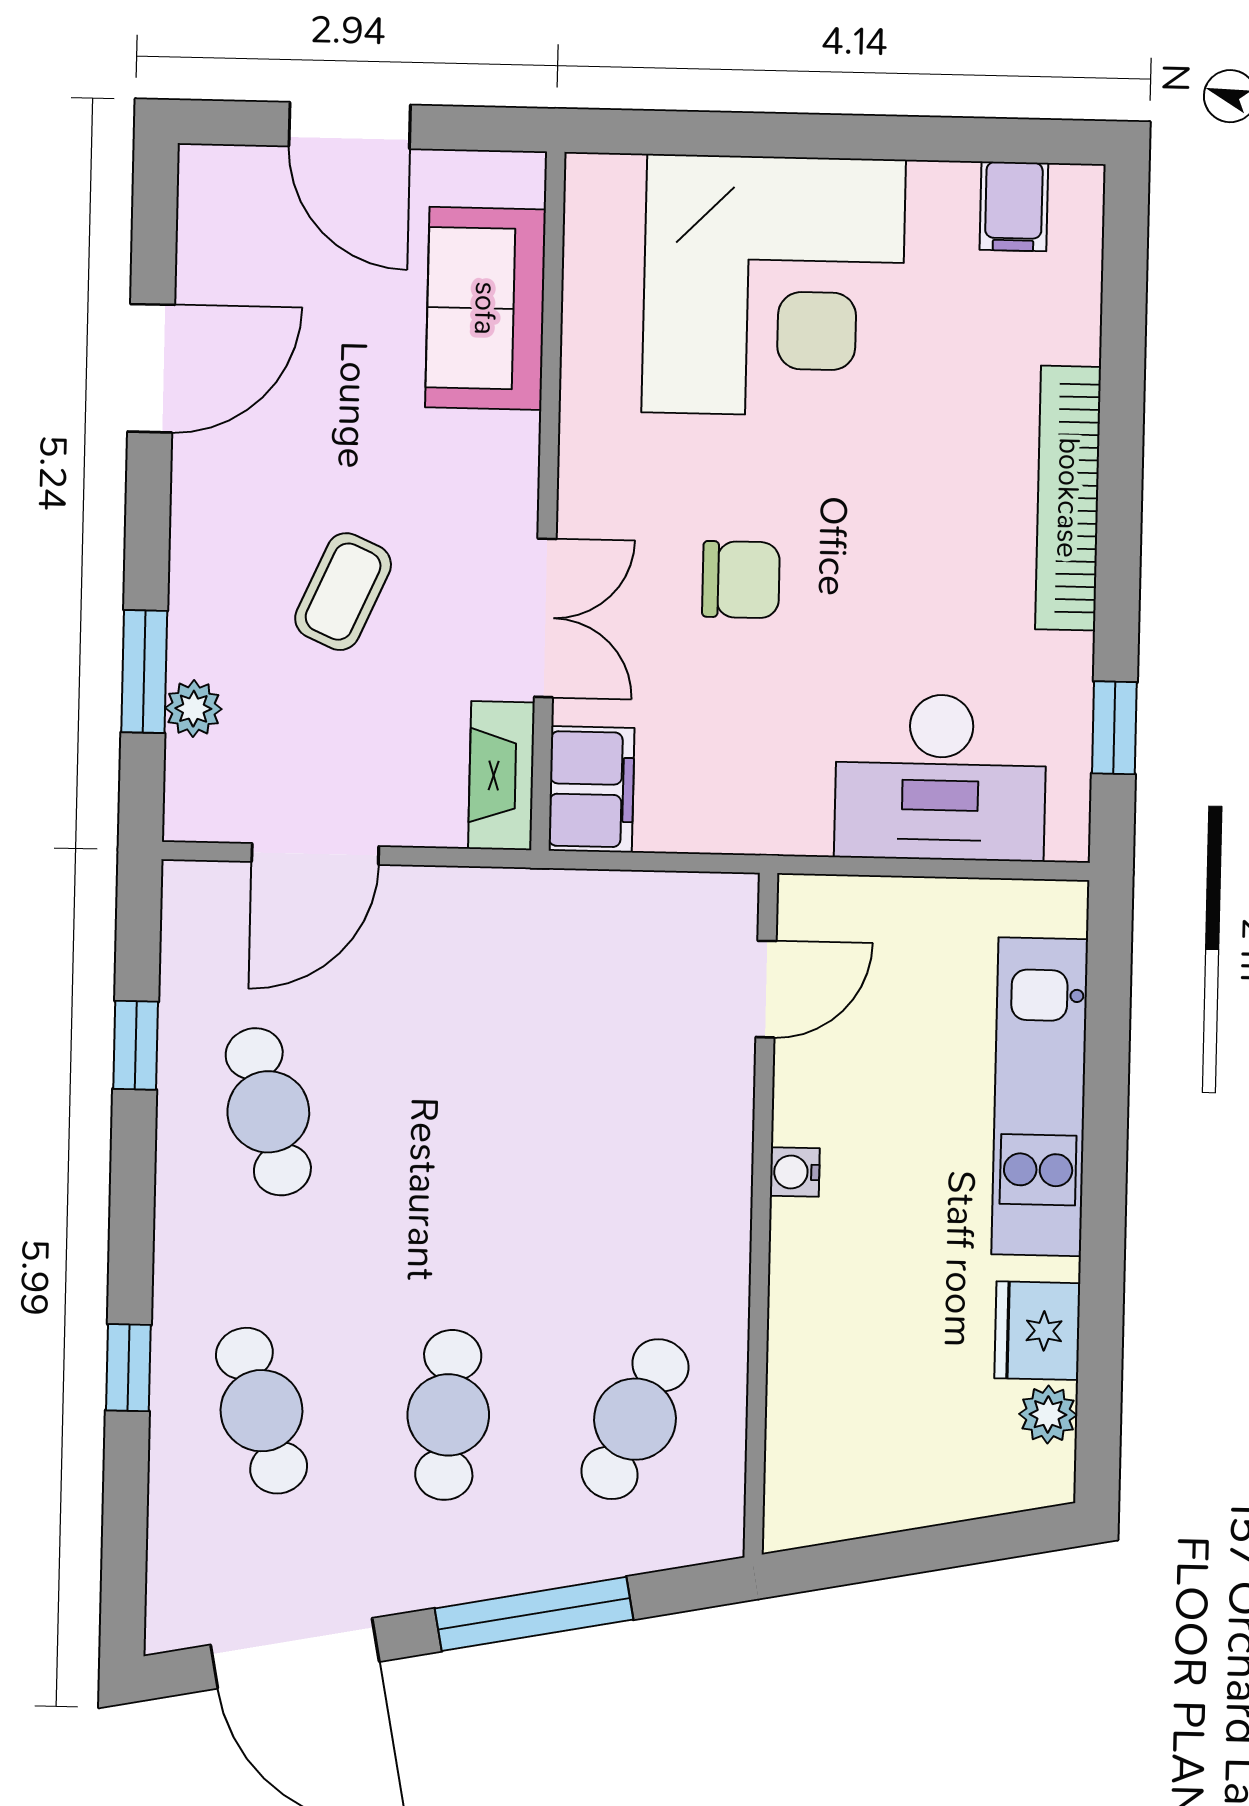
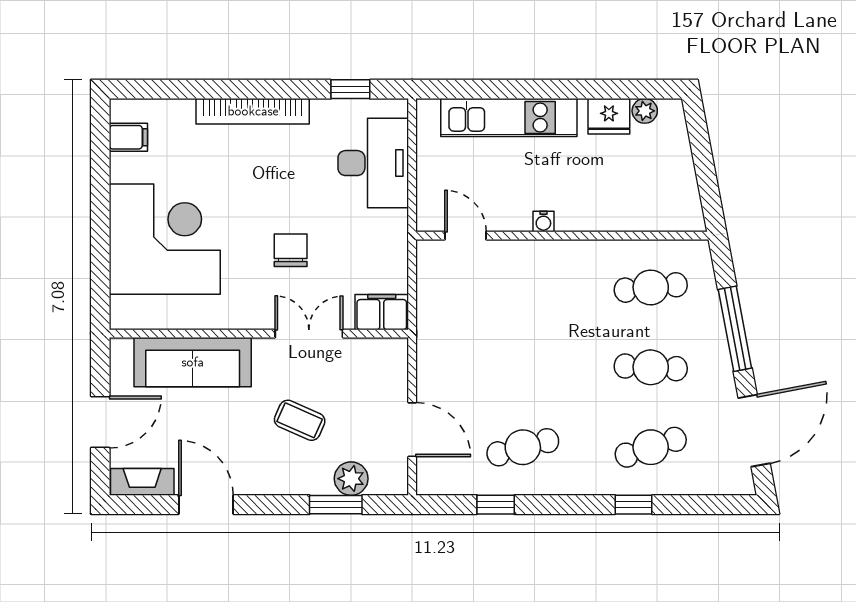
sofa: (485, 308) -> (193, 362), width x1.36
plant: (193, 709) -> (351, 479), width x1.38, depth x1.38
fireplace: (501, 776) -> (142, 482), moved, turned 180
cafe table: (635, 1419) -> (651, 287), turned -30

